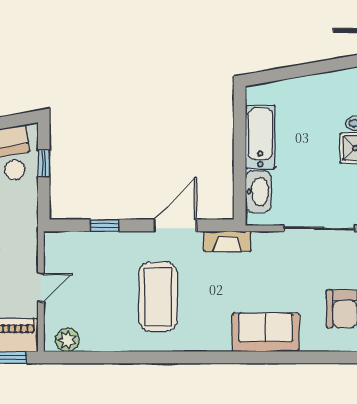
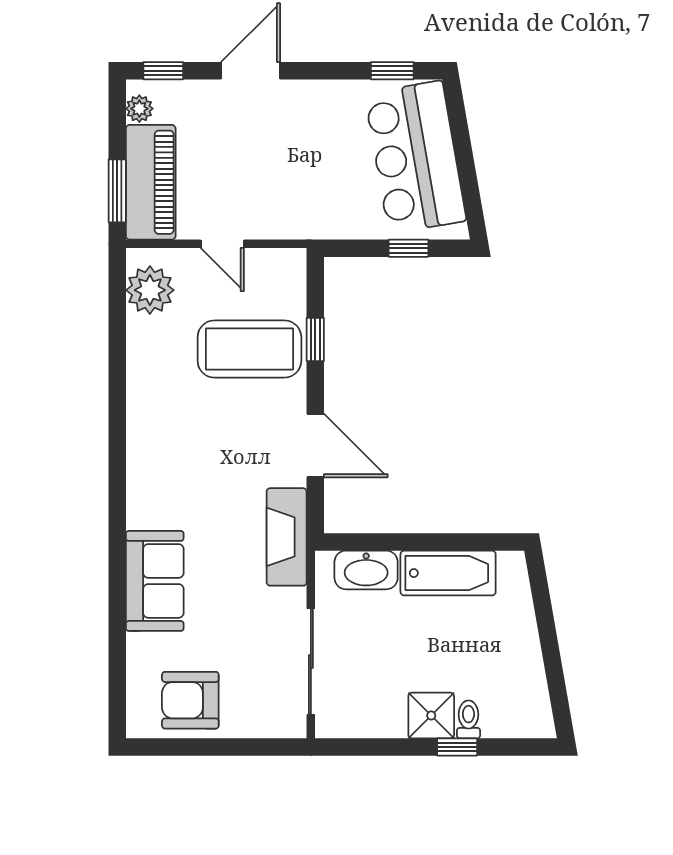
fireplace: (227, 241) -> (287, 537), width x1.37, depth x1.32
coffee table: (158, 297) -> (249, 349), moved
plant: (67, 340) -> (150, 290), width x1.36, depth x1.36

